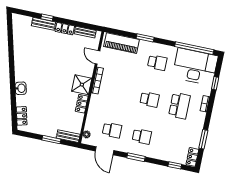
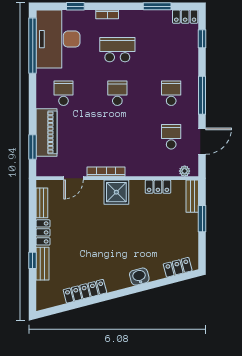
window: (145, 38) -> (33, 147), moved
piano: (122, 43) -> (47, 132), moved
locker: (18, 49) -> (85, 291), added
locker: (82, 104) -> (158, 187), moved
window: (136, 157) -> (202, 95), width x1.44

